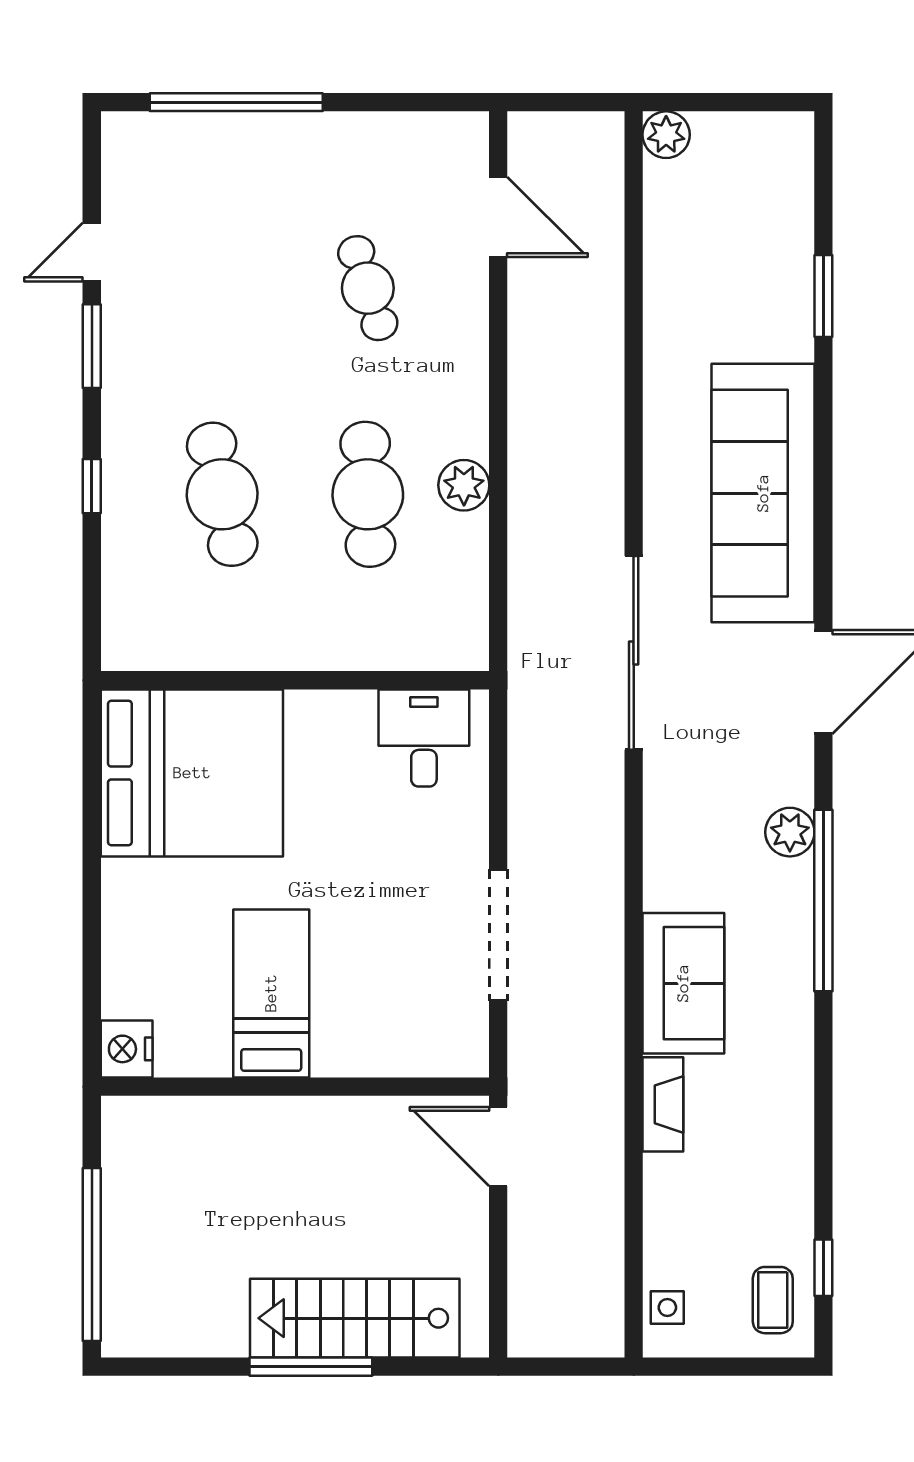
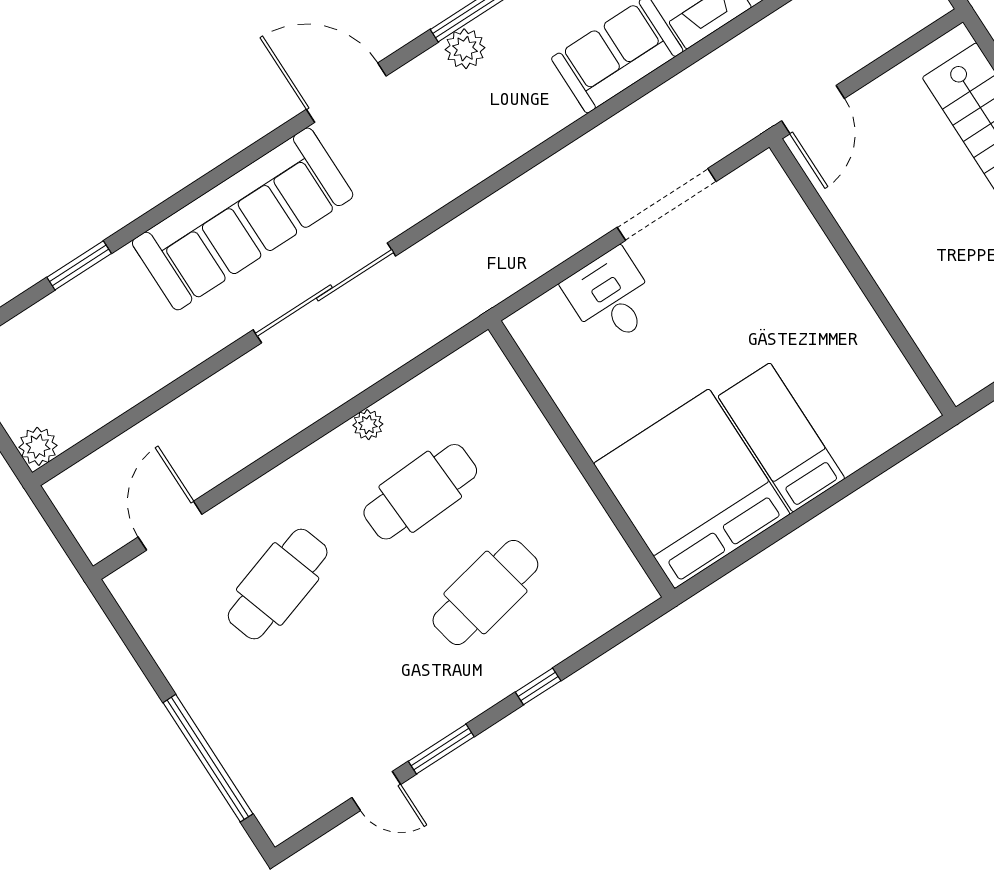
cafe table: (368, 288) -> (278, 584), width x1.37, depth x1.35
plant: (464, 485) -> (368, 425), width x0.73, depth x0.73
sliding door: (634, 653) -> (324, 293), moved
desk: (424, 738) -> (611, 297), moved, turned 90
bed: (271, 993) -> (781, 437), moved, turned 90
nightstand: (127, 1049) -> (912, 410), removed

